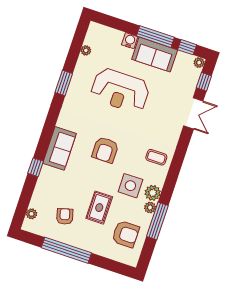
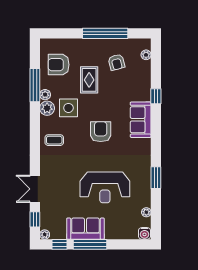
water cooler: (130, 41) -> (145, 233), moved
reception desk: (120, 91) -> (105, 187), turned 180

